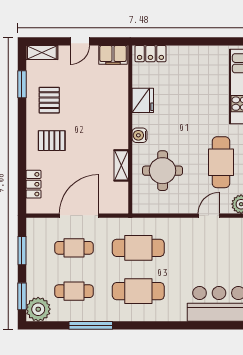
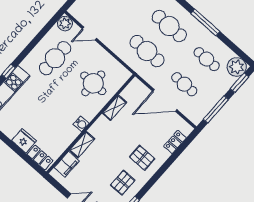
filing cabinet: (113, 55) -> (67, 164), moved, turned 90
fridge: (143, 100) -> (24, 141), moved, turned 90
shelving: (121, 102) -> (82, 145), added
water cooler: (140, 135) -> (81, 124), moved
window: (22, 251) -> (216, 109), width x1.44
window: (91, 325) -> (205, 22), moved

